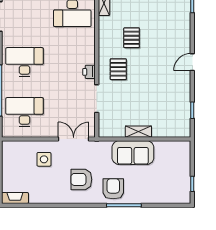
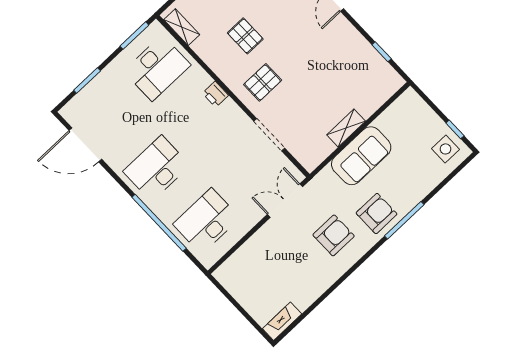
pallet: (118, 69) -> (263, 82), turned 90
printer: (89, 72) -> (215, 94), moved
side table: (44, 159) -> (445, 149), moved
armchair: (81, 179) -> (334, 235), turned 180
armchair: (113, 189) -> (377, 214), turned 90

